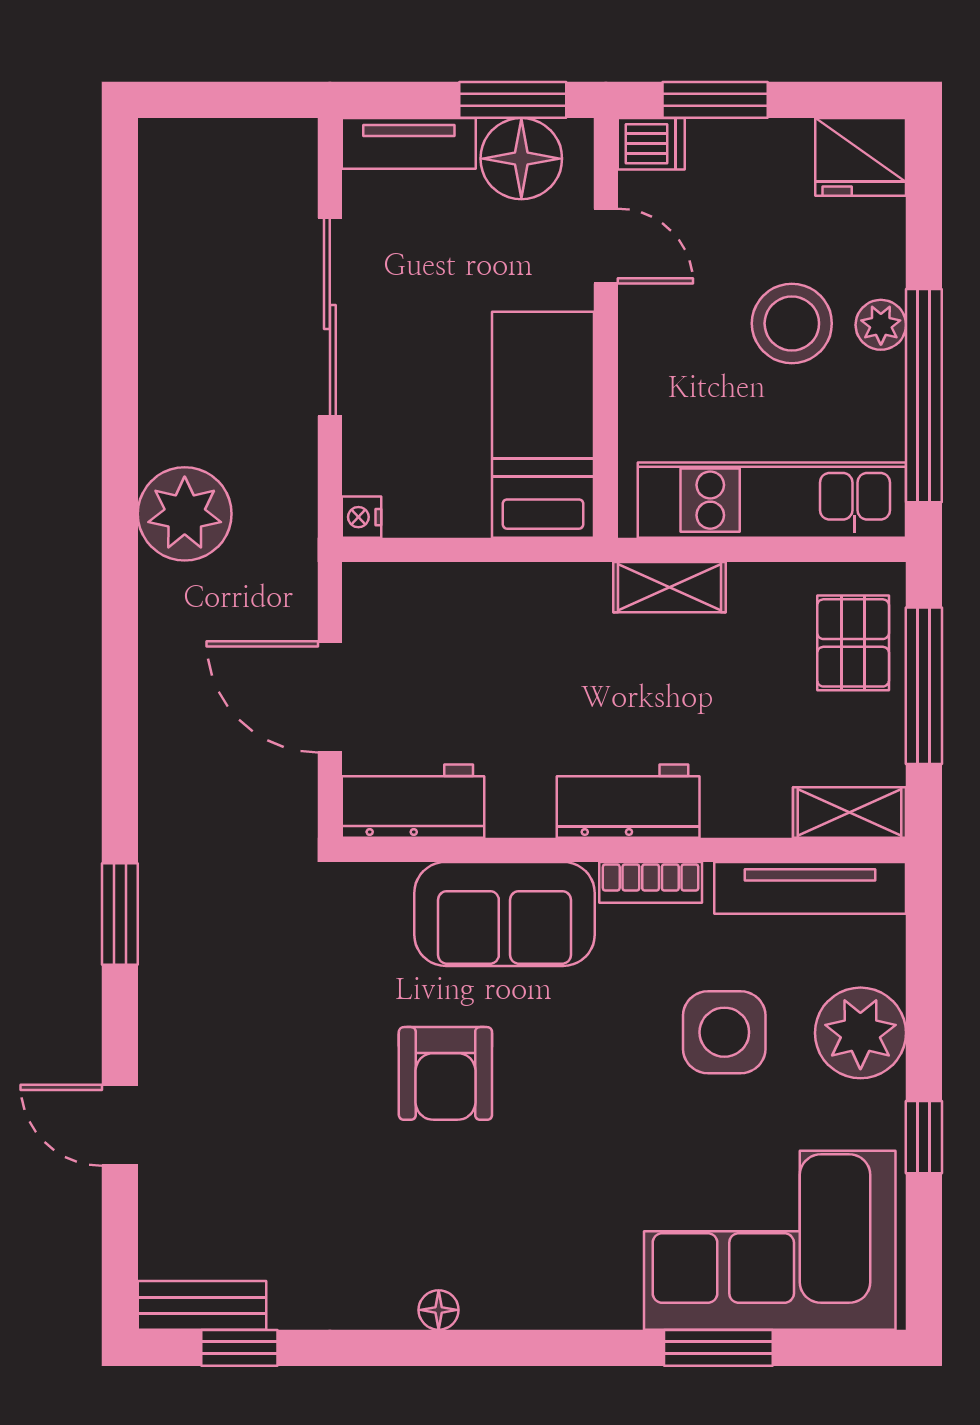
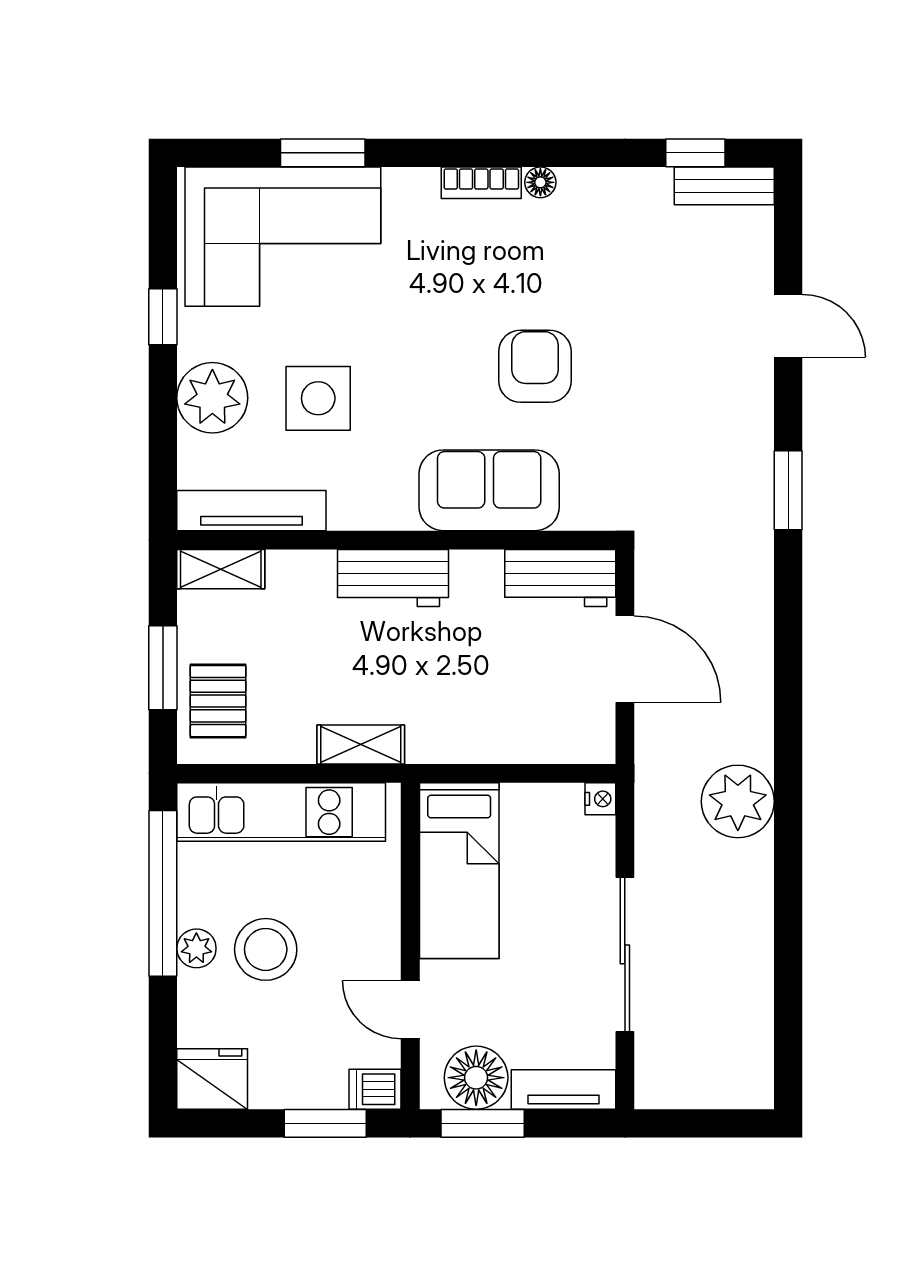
window: (924, 686) -> (163, 668), width x0.69
bookcase: (651, 882) -> (481, 183), moved, turned 180

